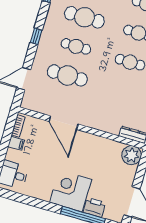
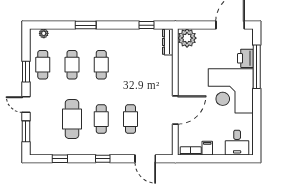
cafe table: (67, 75) -> (130, 119), width x0.73, depth x0.74
corner desk: (70, 191) -> (231, 91), width x1.36, depth x1.36

